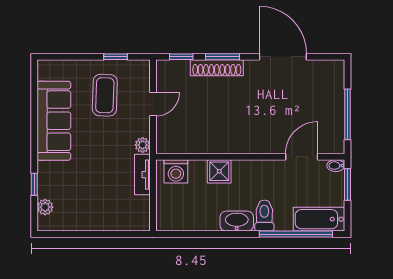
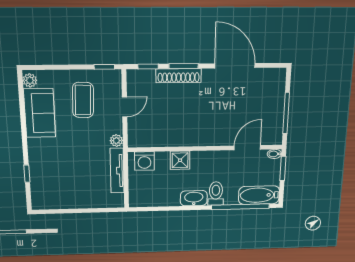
window: (116, 57) -> (104, 67), moved
sofa: (54, 121) -> (40, 113), width x0.73
tv unit: (142, 175) -> (117, 171), width x1.41
plant: (45, 207) -> (30, 80), moved

